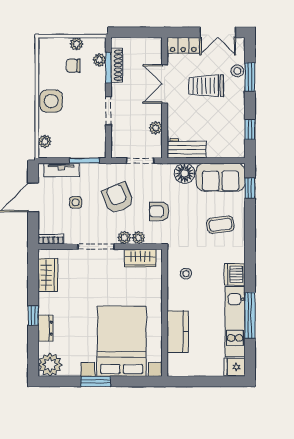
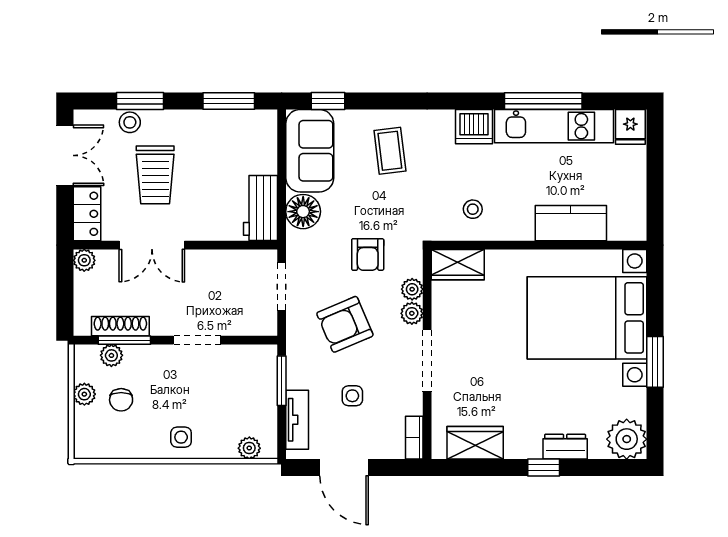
side table: (51, 101) -> (181, 437), width x0.54, depth x0.54
plant: (156, 128) -> (84, 260), moved
window: (250, 129) -> (229, 101), width x1.50
wardrobe: (140, 258) -> (458, 265), moved, turned 90

